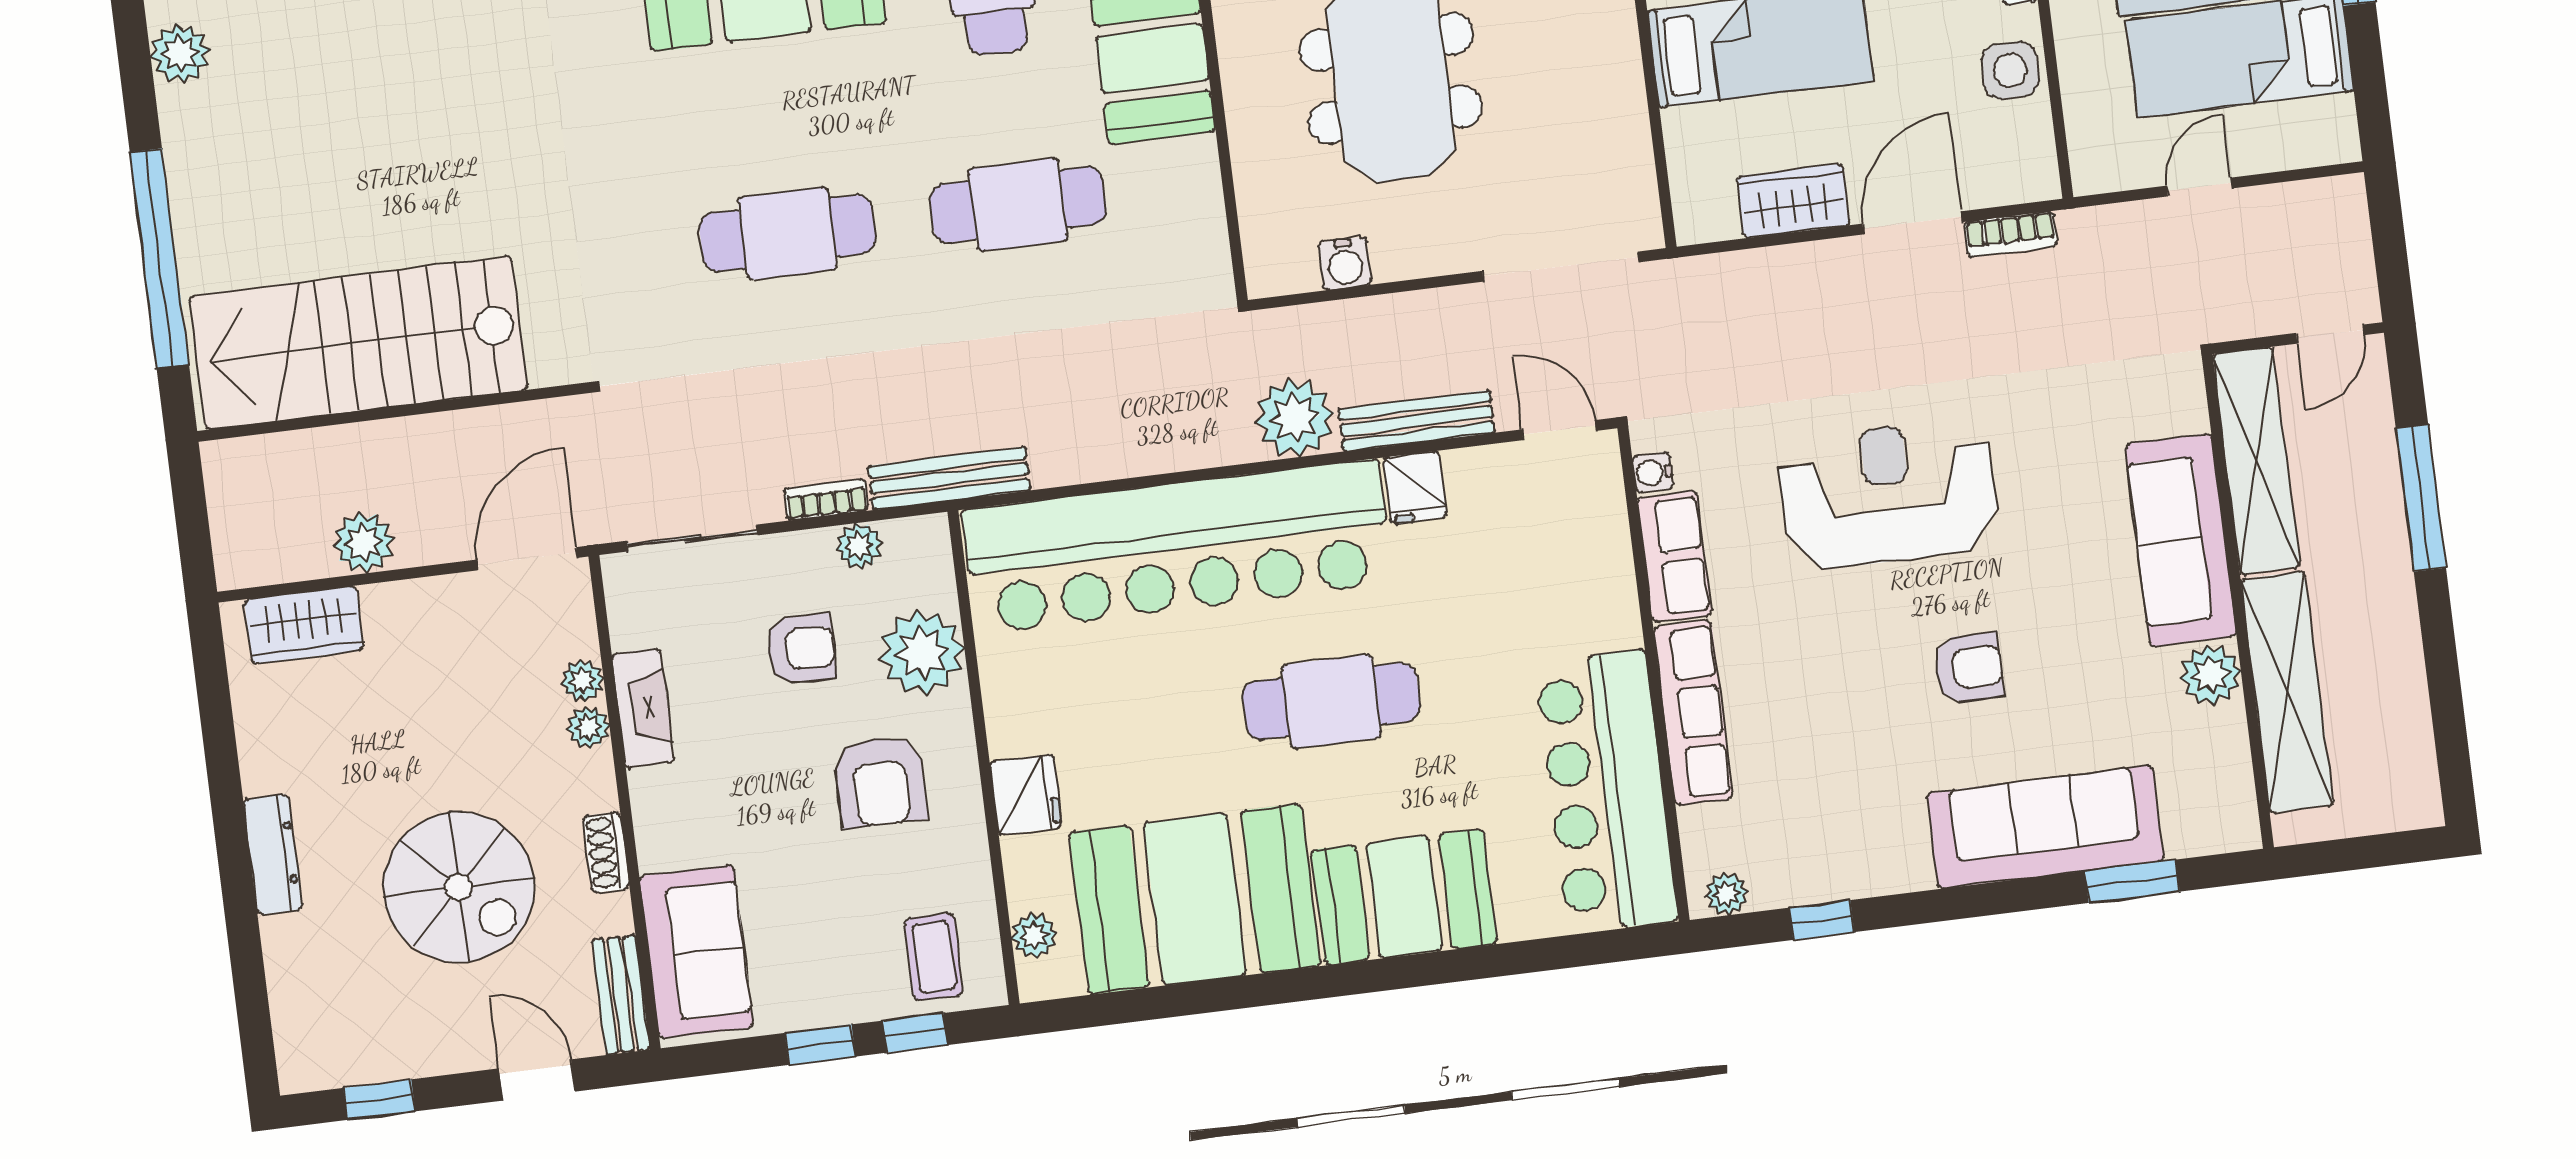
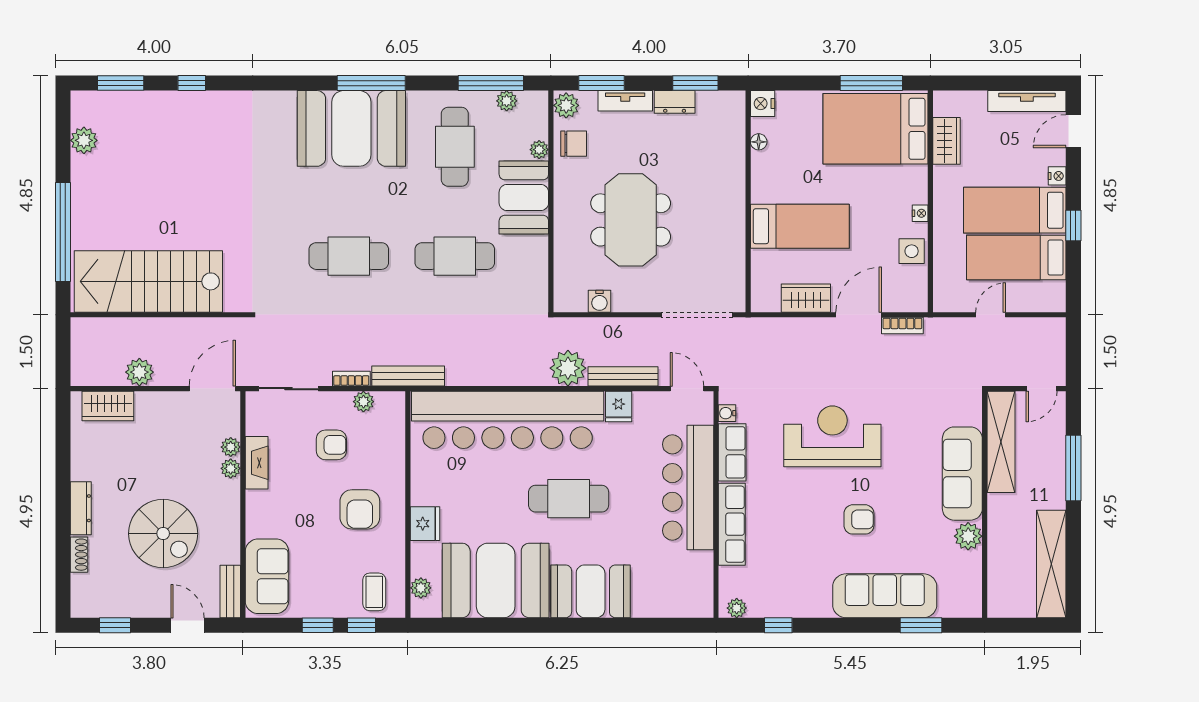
plant: (922, 653) -> (386, 453), removed
shelving: (2287, 692) -> (1051, 564), moved
bar counter: (1607, 791) -> (688, 487), moved
shoe rack: (606, 852) -> (79, 555), moved, turned 180

